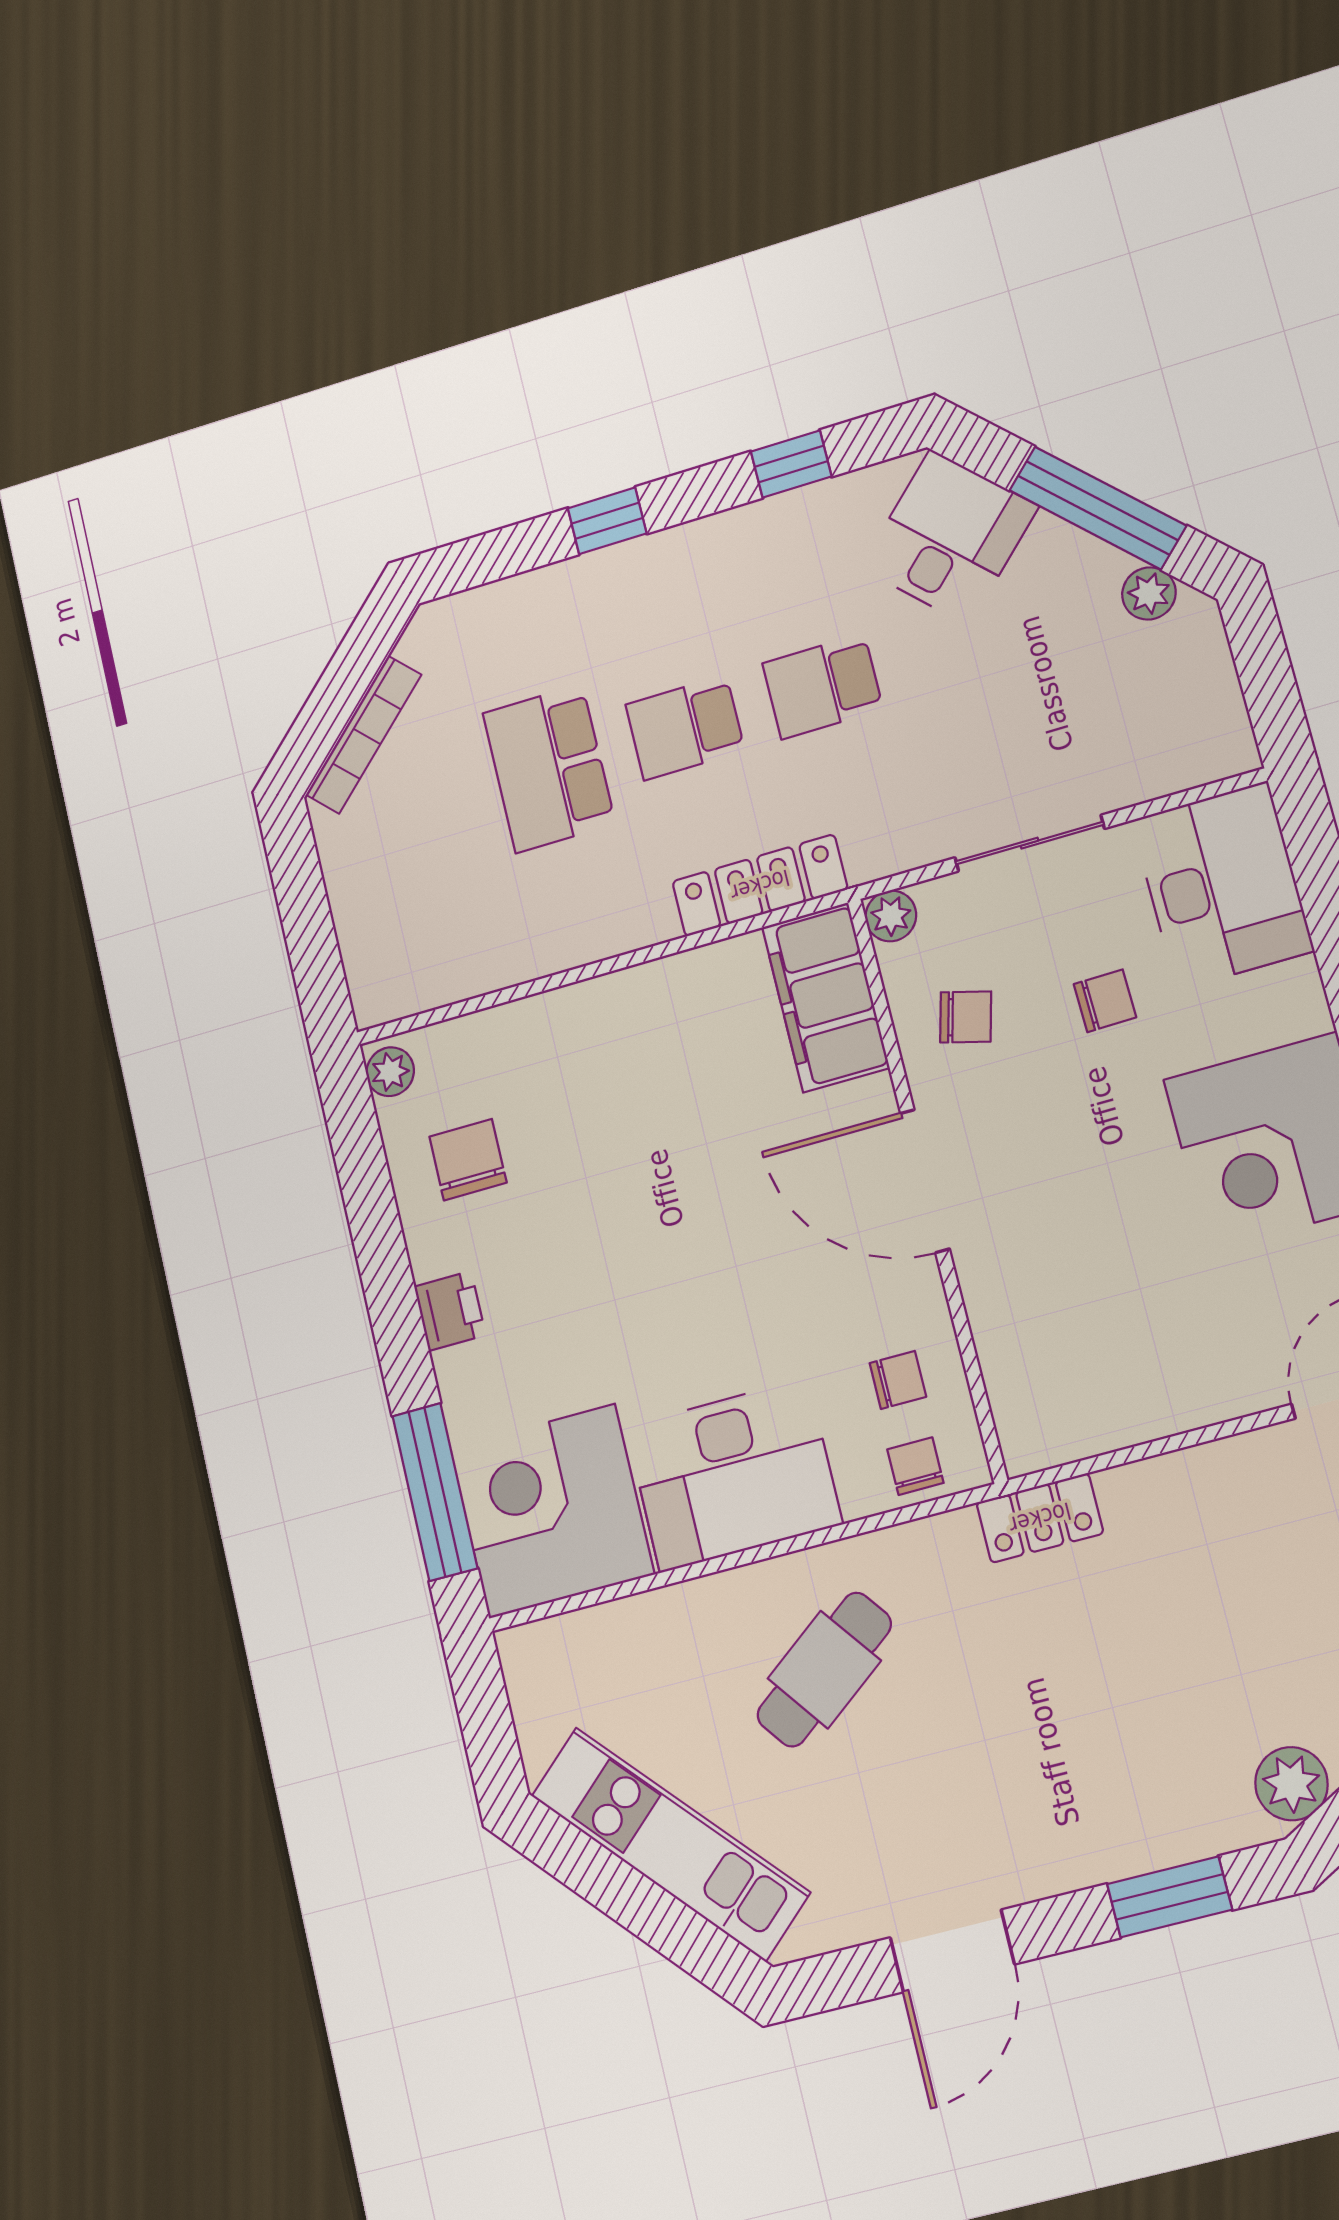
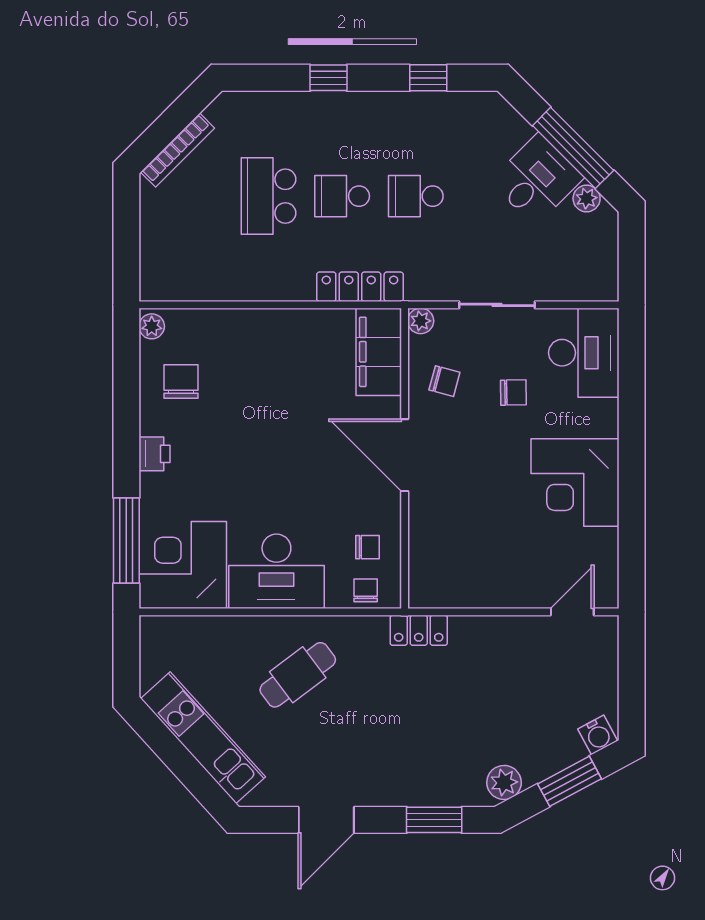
desk: (949, 537) -> (537, 180), moved

